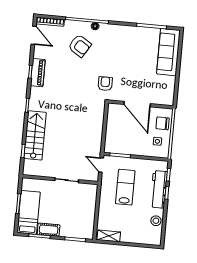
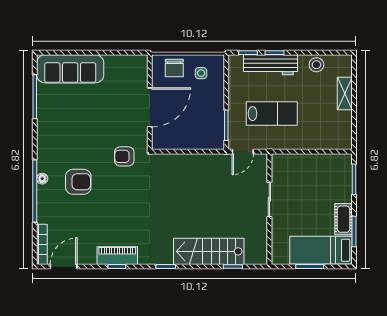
armchair: (80, 46) -> (78, 182), moved, turned 58
lab bench: (125, 187) -> (272, 114), turned 180
shelving: (109, 236) -> (345, 94), moved

